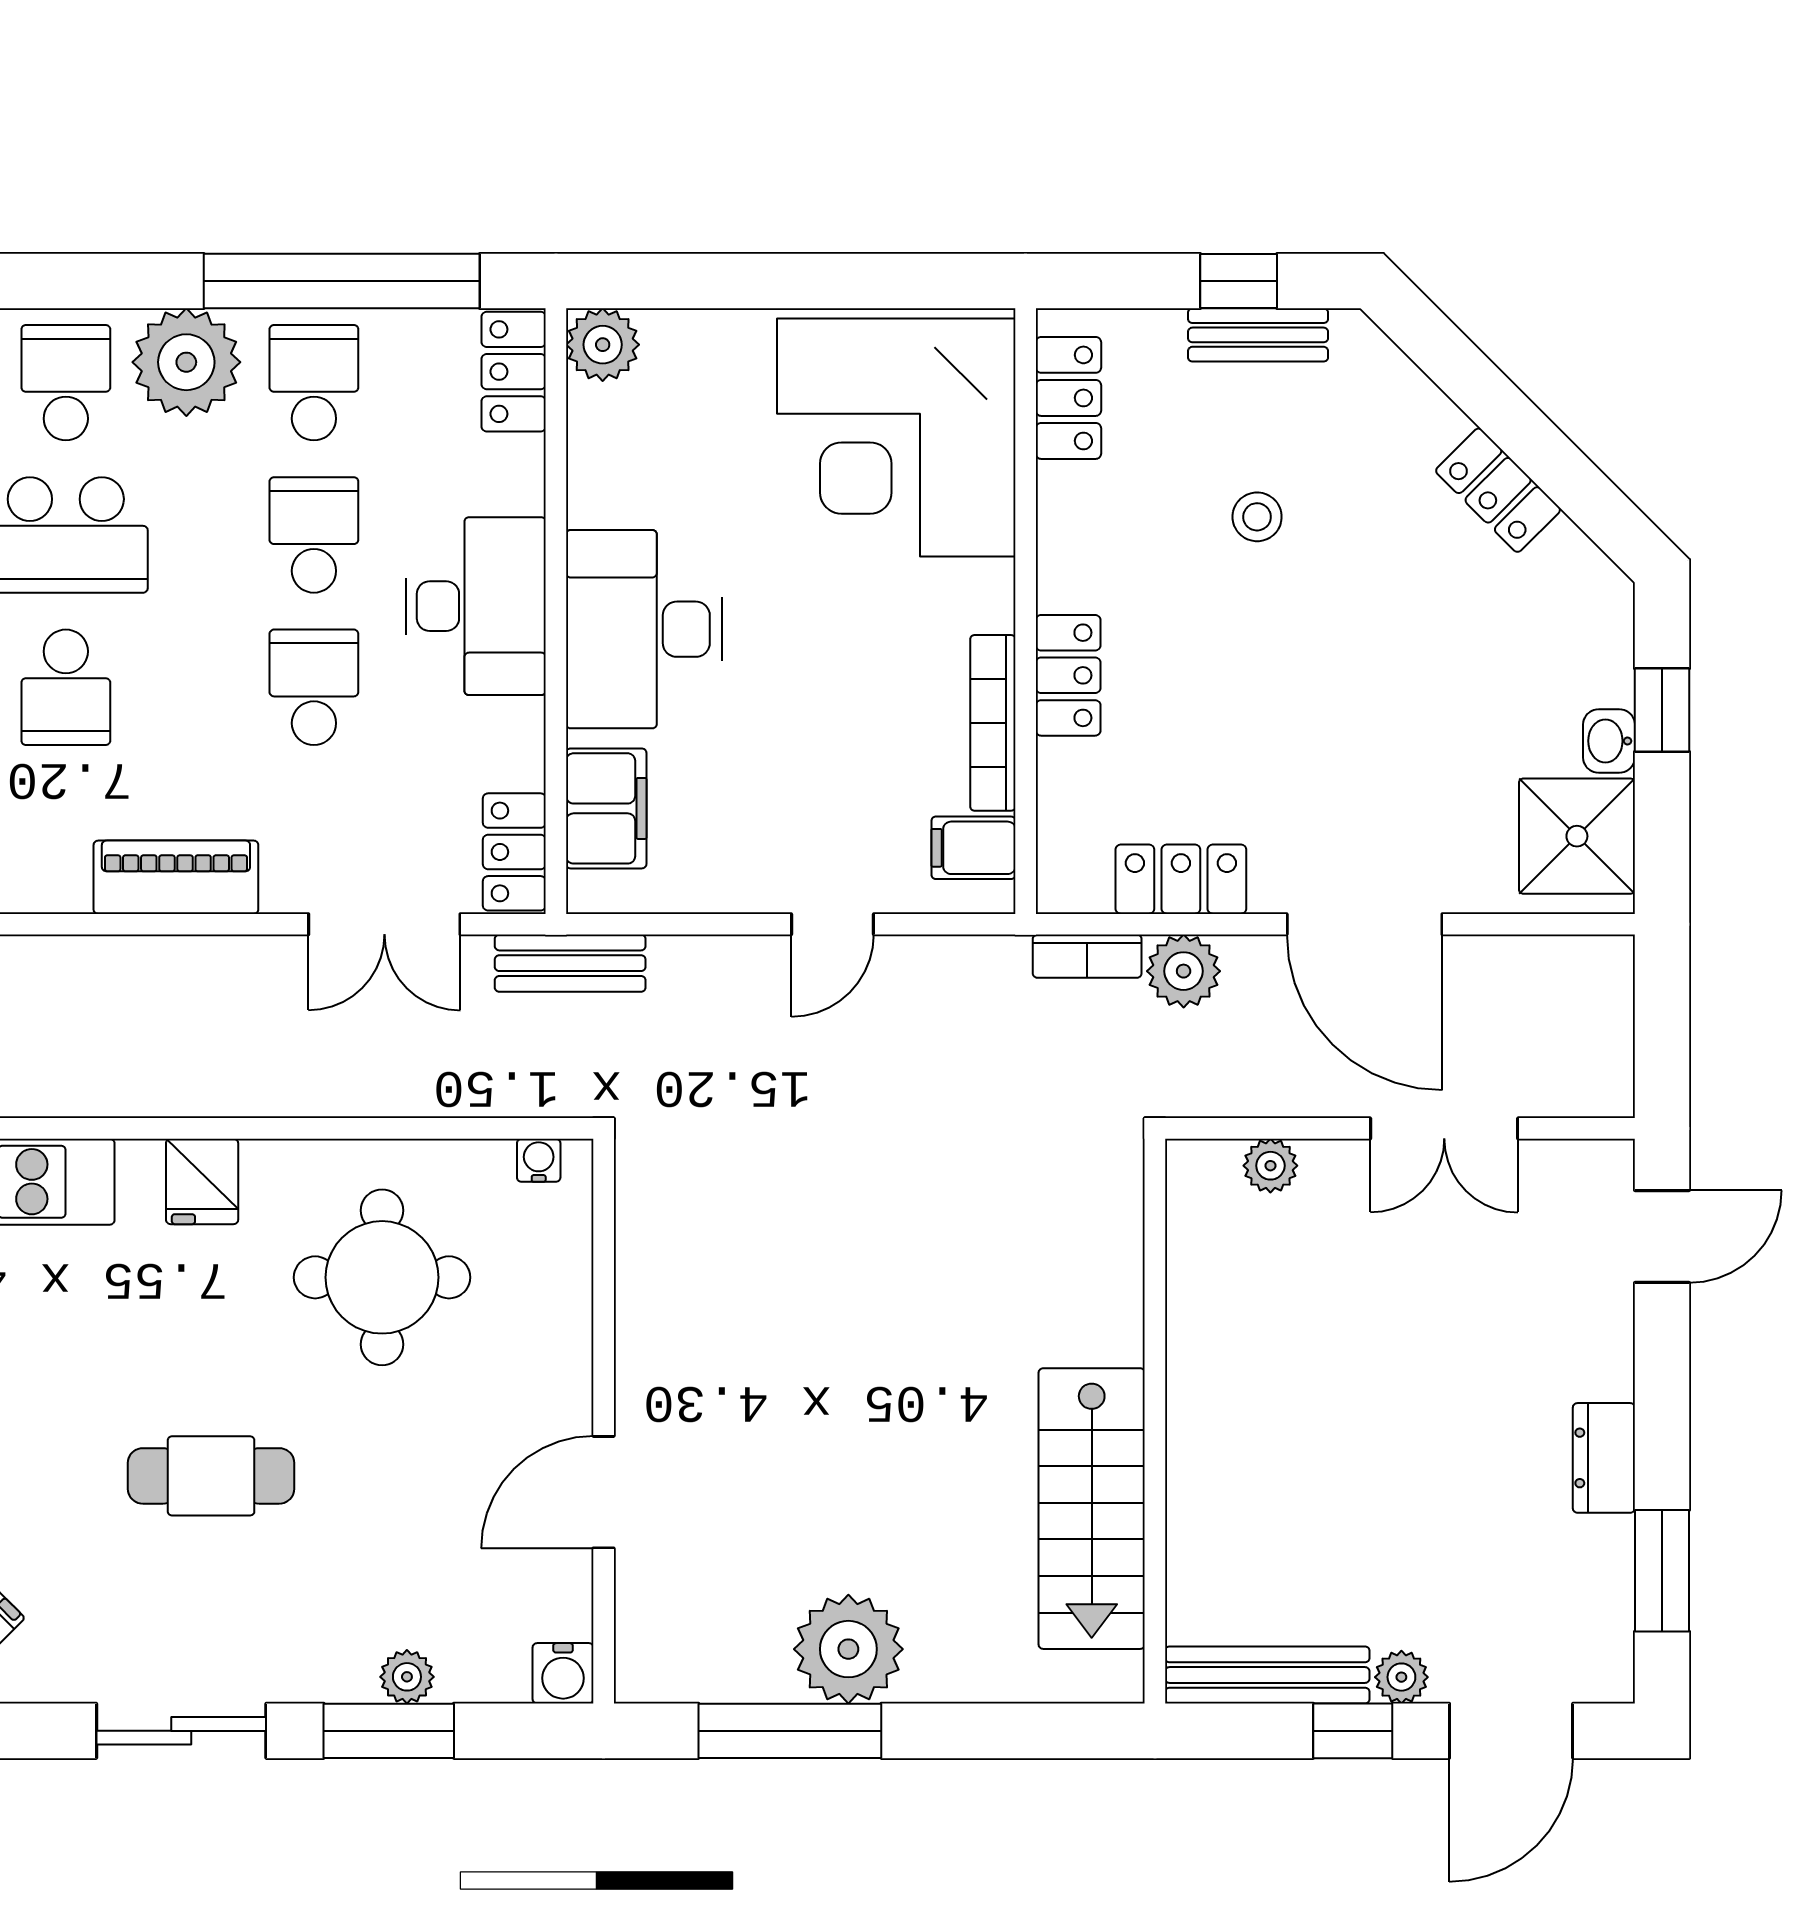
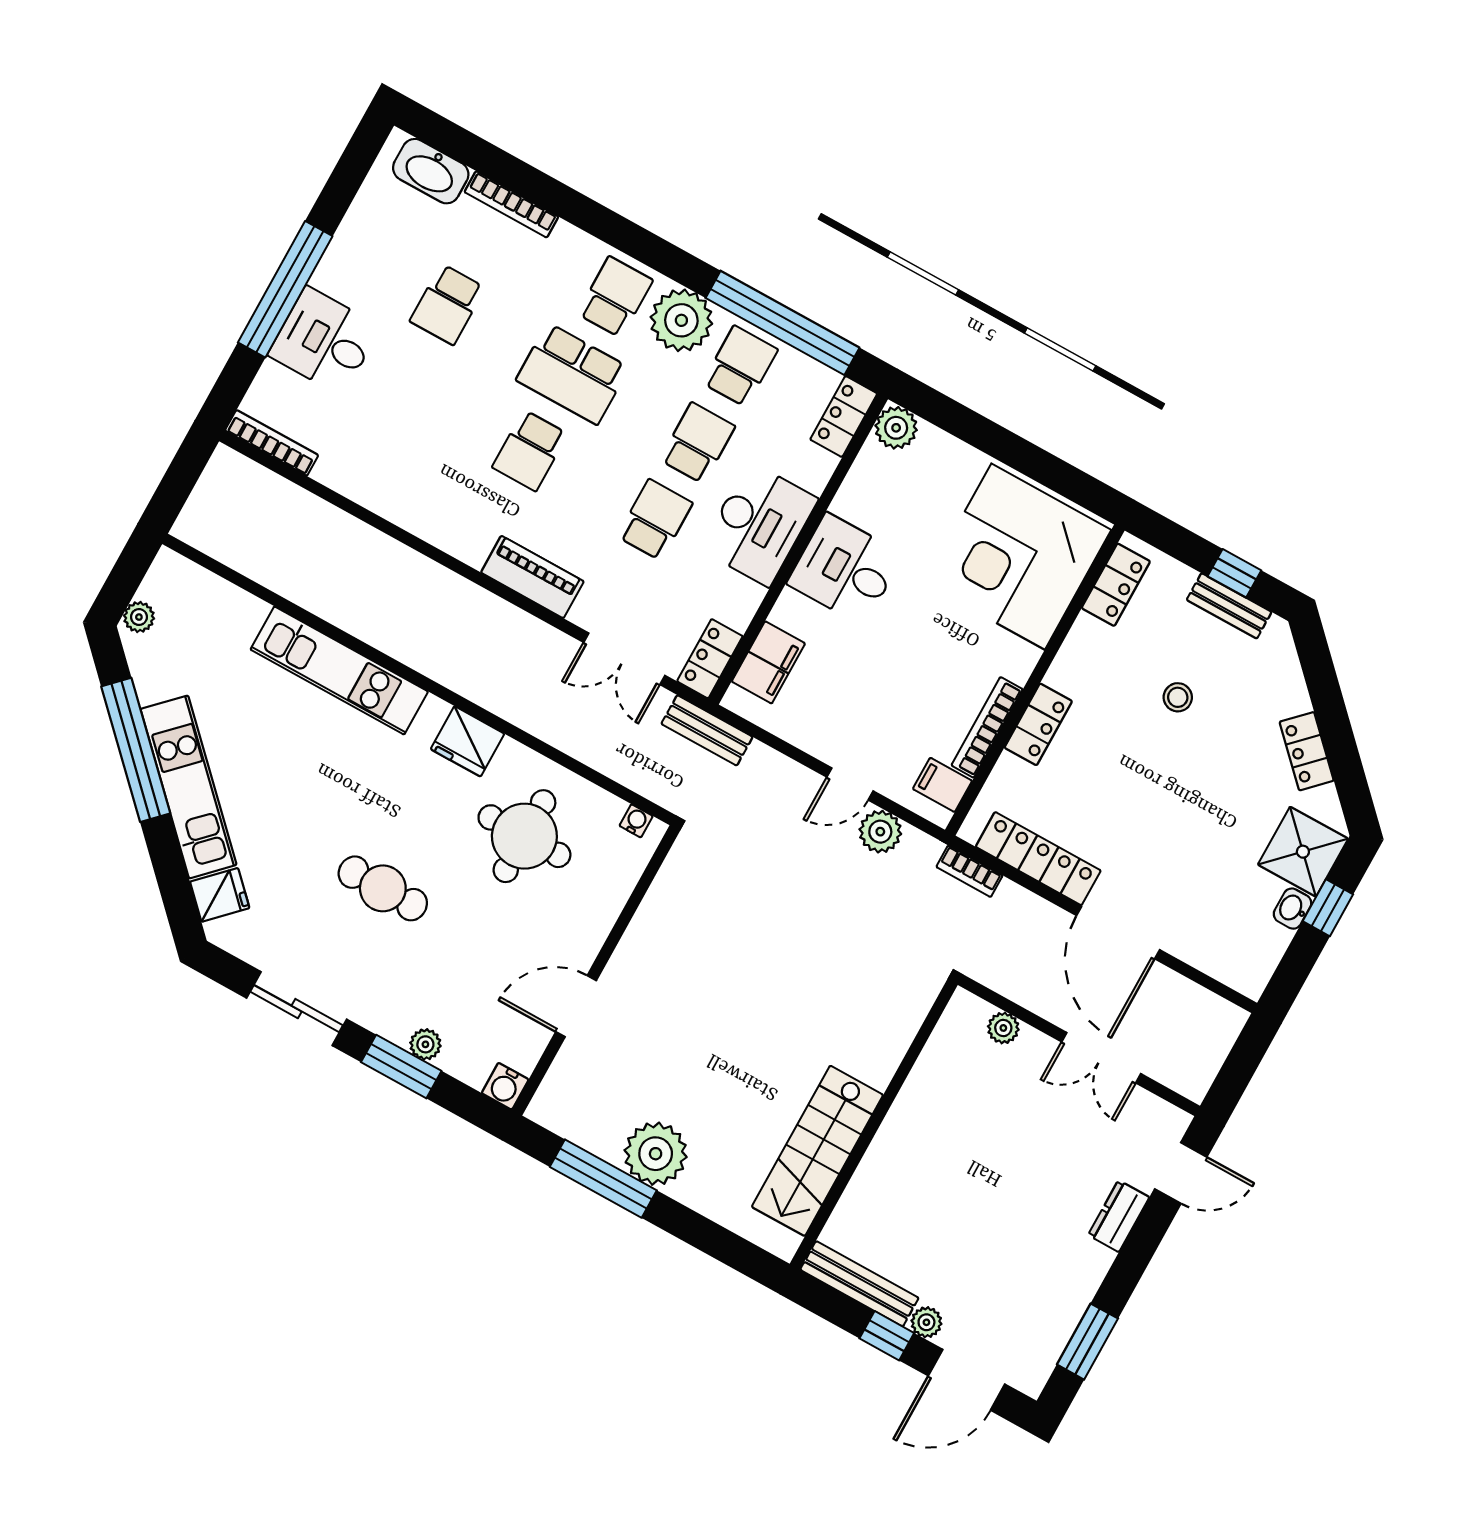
desk: (644, 629) -> (845, 569), width x0.73
shower: (1577, 836) -> (1303, 852), moved
locker: (1181, 879) -> (1038, 859), width x1.53
plant: (1184, 971) -> (880, 832), moved
fridge: (202, 1181) -> (468, 741), width x1.38
dresser: (1604, 1458) -> (1119, 1216), moved

